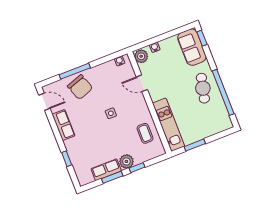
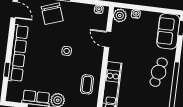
row of seats: (64, 125) -> (18, 53), width x2.02

